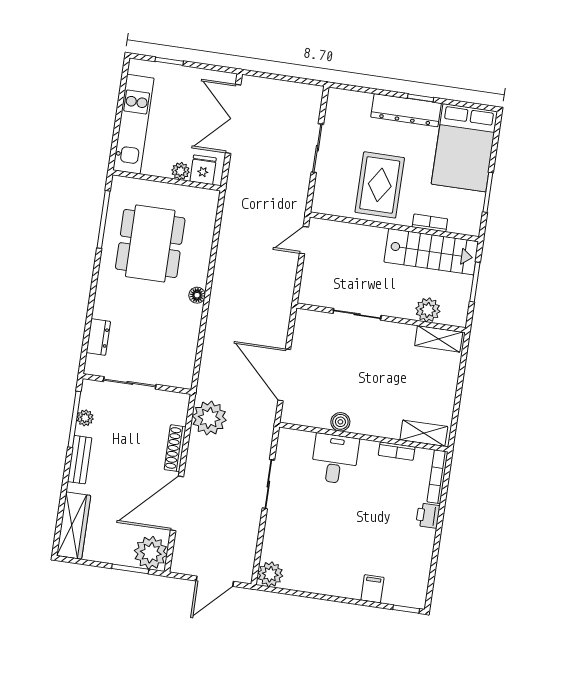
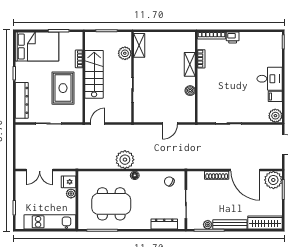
dresser: (406, 110) -> (22, 100), moved
double door: (233, 119) -> (40, 170), width x0.73
rug: (380, 185) -> (63, 88), turned 90
door: (304, 240) -> (98, 124), swing flipped
stairs: (431, 252) -> (94, 74), moved
dresser: (98, 337) -> (164, 224), width x1.44
chair: (176, 358) -> (169, 181), added
door: (284, 375) -> (170, 124), width x0.53
plant: (209, 418) -> (125, 160), moved
shelving: (424, 433) -> (190, 64), moved
desk: (335, 459) -> (270, 79), moved, turned 180
bench: (80, 460) -> (230, 224), width x1.36
filing cabinet: (372, 589) -> (275, 96), moved

